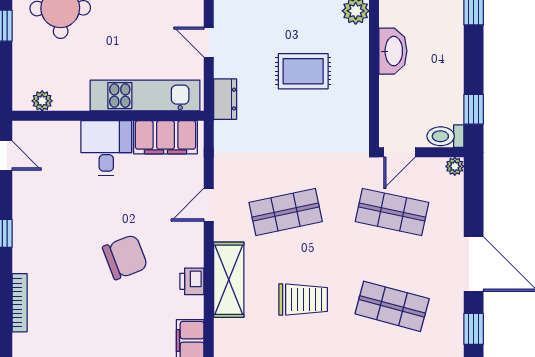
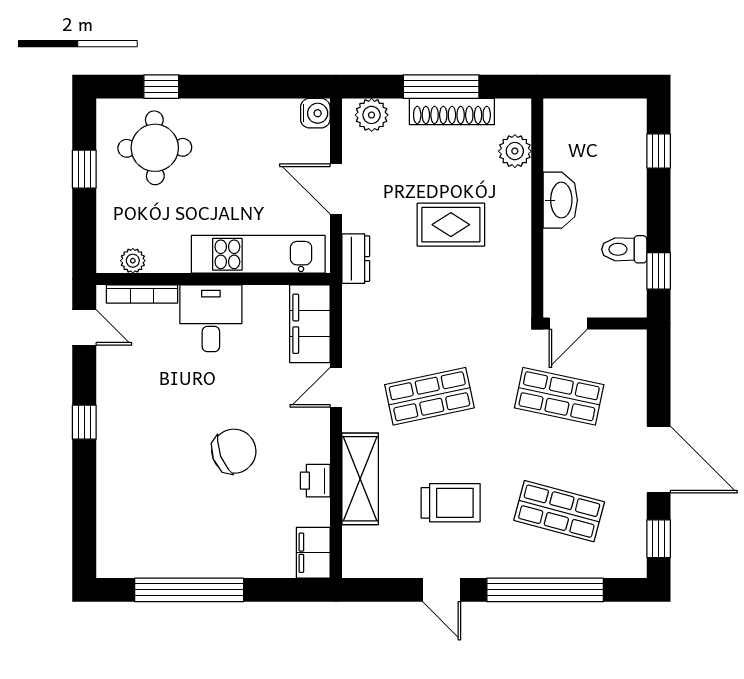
door: (209, 42) -> (336, 189), width x1.38
toilet: (445, 136) -> (624, 249), moved
filing cabinet: (165, 137) -> (310, 324), moved, turned 90
plant: (455, 166) -> (636, 340), removed
bookcase: (20, 303) -> (142, 294), moved, turned 90

